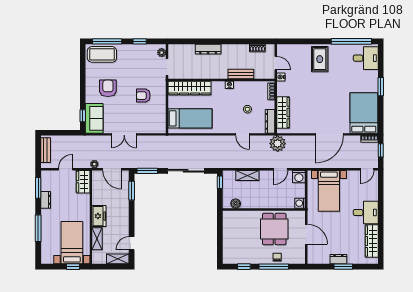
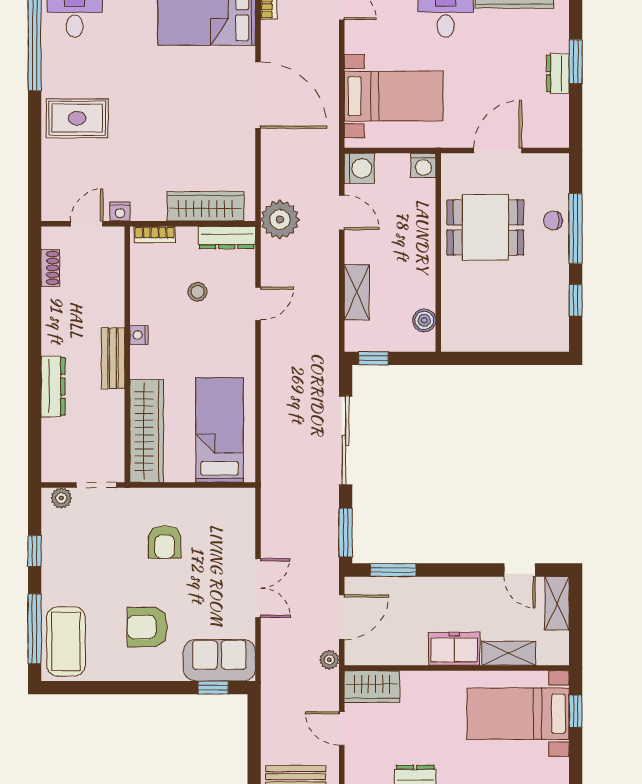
bench: (241, 74) -> (113, 358), moved

